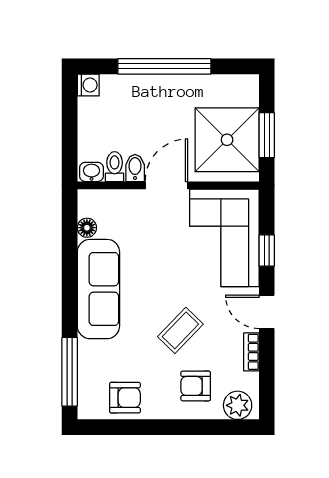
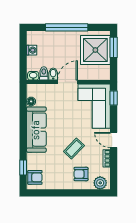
washing machine: (88, 85) -> (32, 50), moved
window: (267, 135) -> (114, 47), moved
shower: (227, 140) -> (95, 50), moved
window: (267, 250) -> (114, 98), moved
window: (70, 372) -> (23, 168), width x0.46
armchair: (125, 398) -> (35, 177), moved

